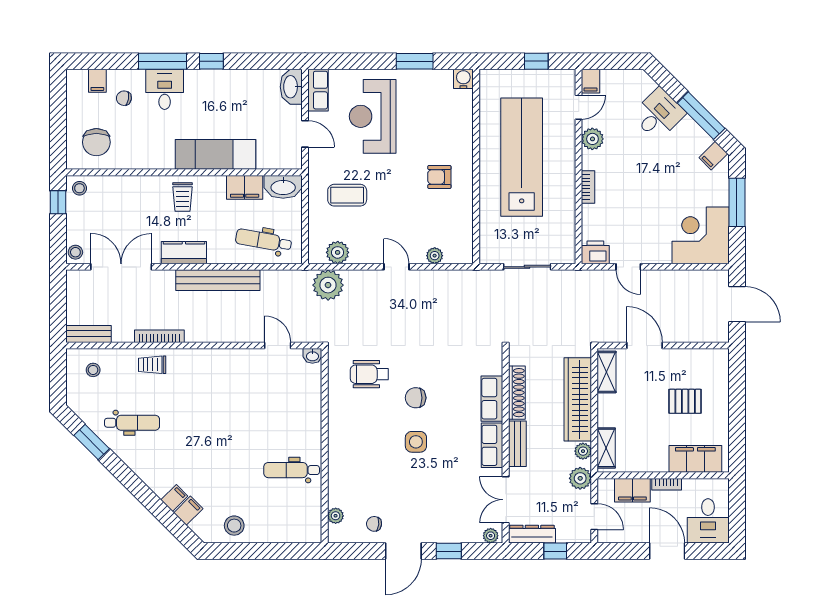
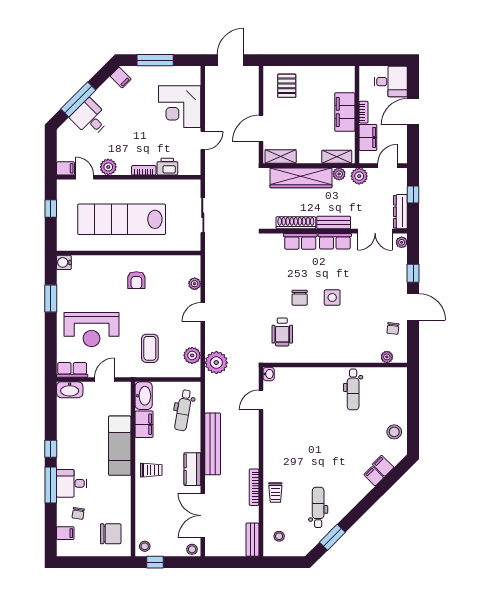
window: (701, 116) -> (78, 100), moved
corner desk: (701, 235) -> (180, 107), moved
printer: (595, 252) -> (167, 167), moved, turned 90
pallet: (685, 401) -> (287, 86), moved
filing cabinet: (695, 459) -> (345, 112), moved

